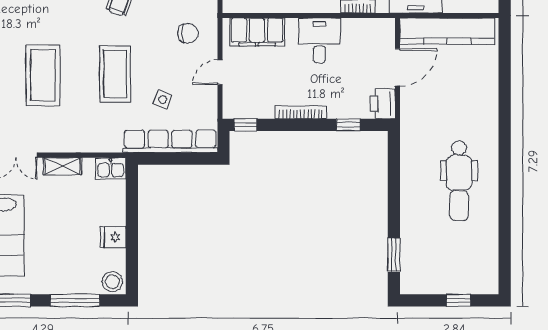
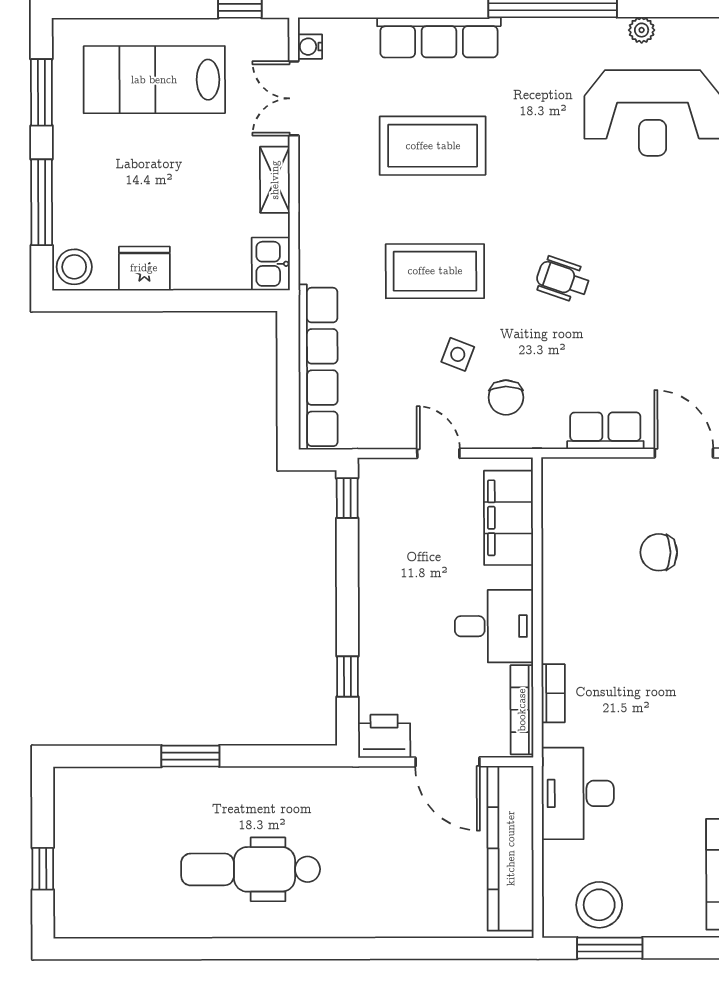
side table: (163, 100) -> (458, 354), moved
bookcase: (301, 112) -> (522, 710), moved, turned 180
fridge: (113, 237) -> (144, 268), width x1.38
window: (394, 255) -> (190, 756), moved

